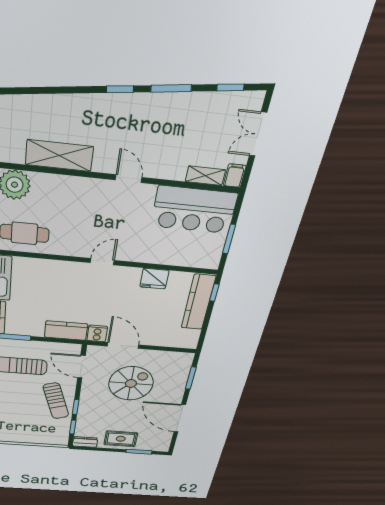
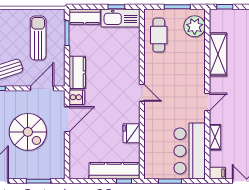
shelving: (205, 176) -> (215, 137), moved

